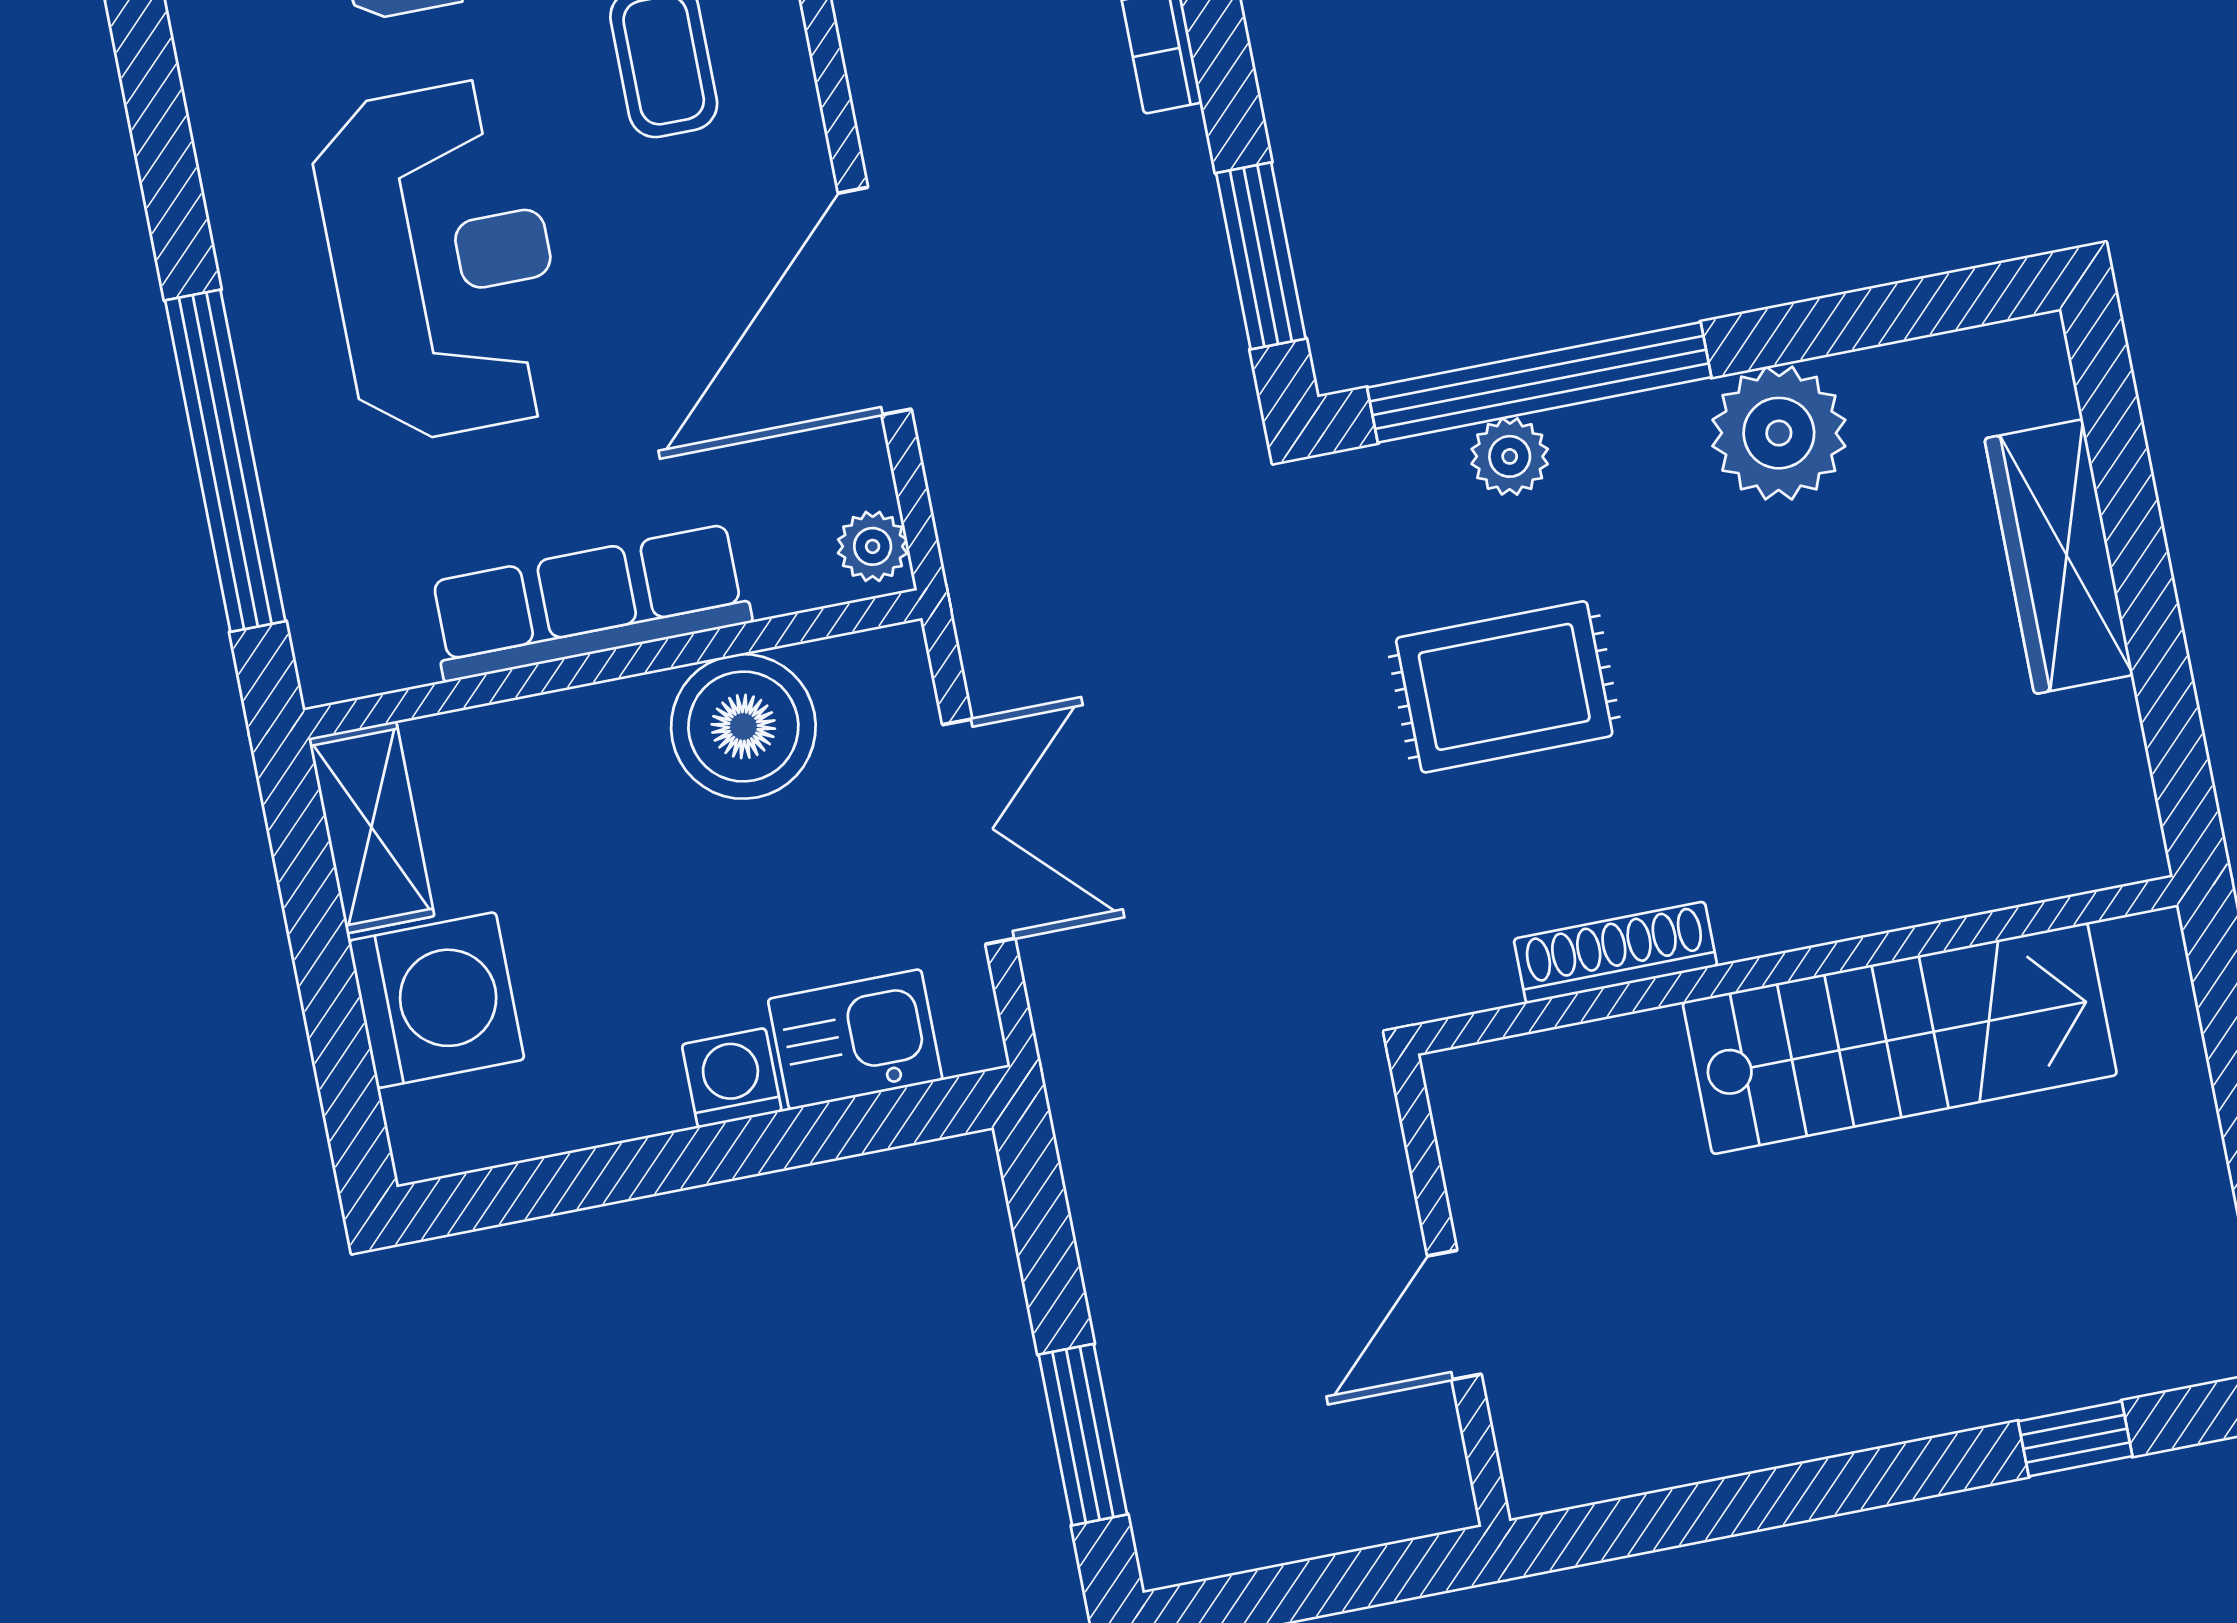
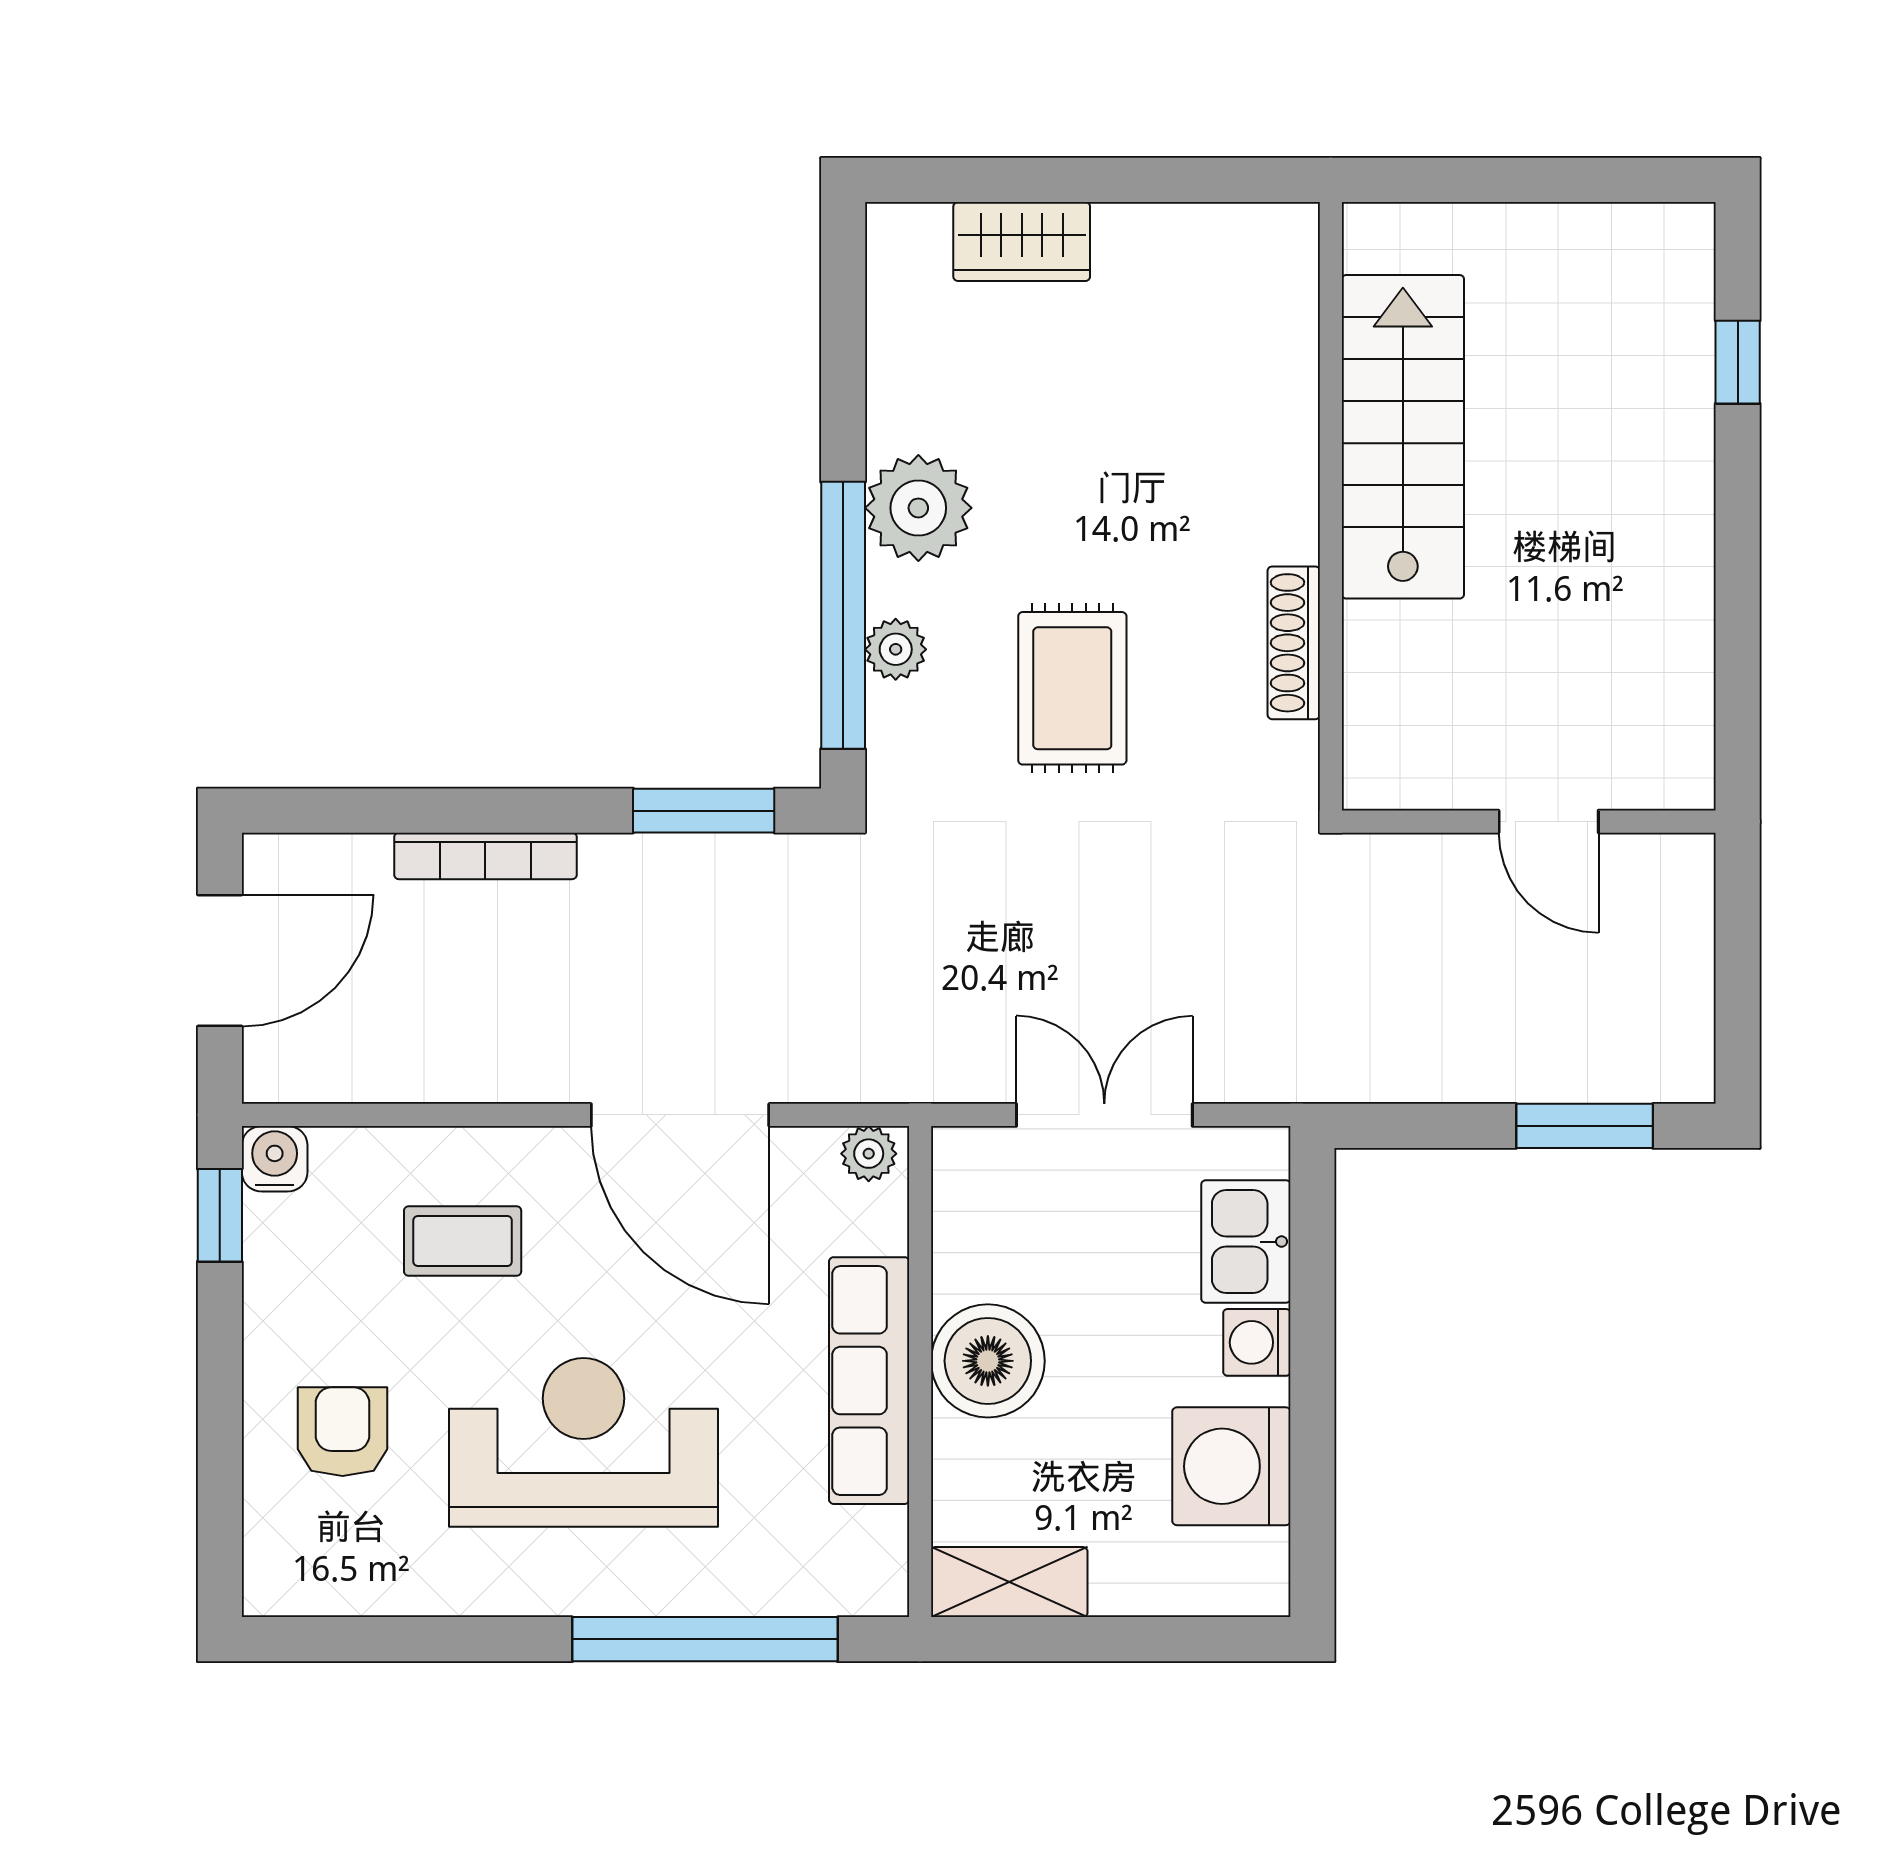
plant: (1779, 433) -> (918, 508), moved
wardrobe: (2059, 557) -> (1022, 242), width x0.67
boiler: (743, 726) -> (988, 1361), moved
washing machine: (436, 1000) -> (1231, 1466), moved, turned -90

